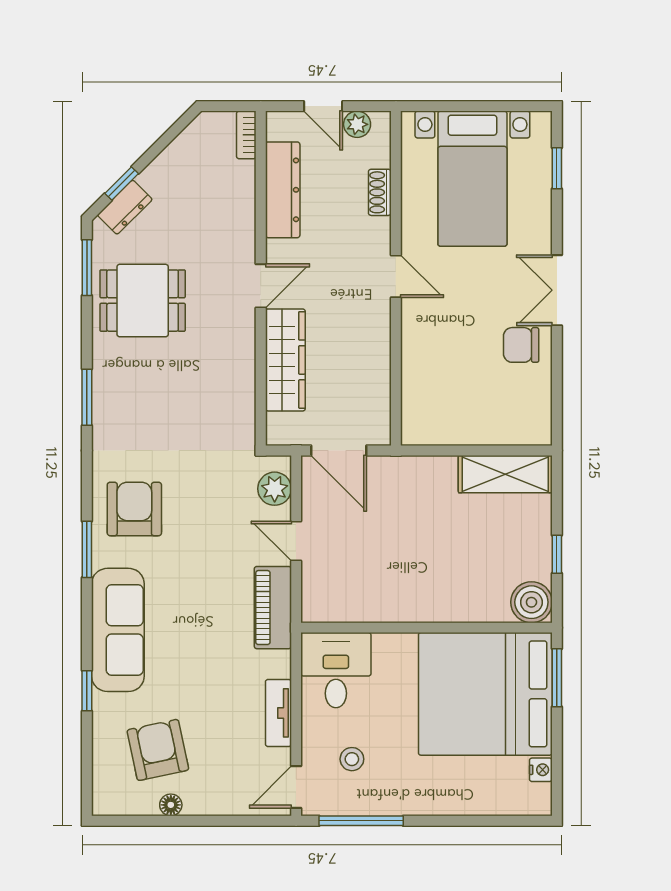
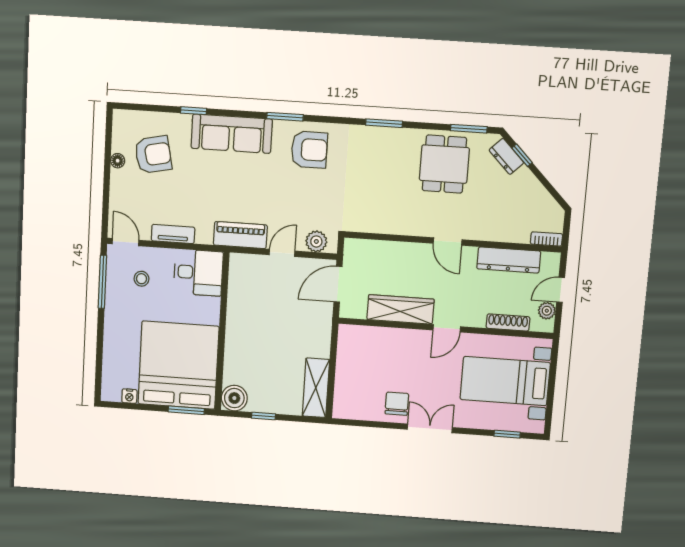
shoe rack: (380, 192) -> (508, 322), width x1.43
wardrobe: (285, 360) -> (400, 309), moved, turned 180

